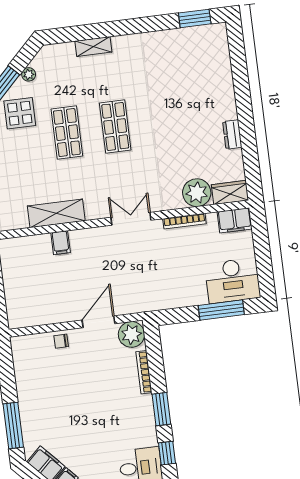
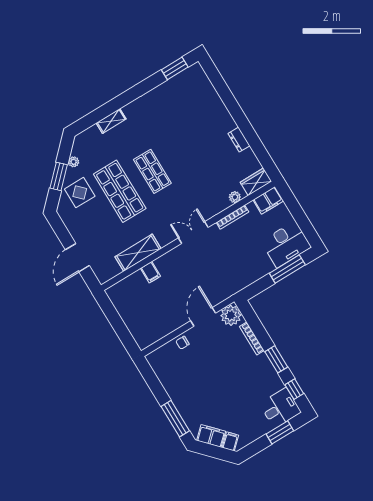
shop shelf: (67, 133) -> (120, 191), width x1.43, depth x1.36
plant: (197, 193) -> (235, 197), width x0.53, depth x0.53

